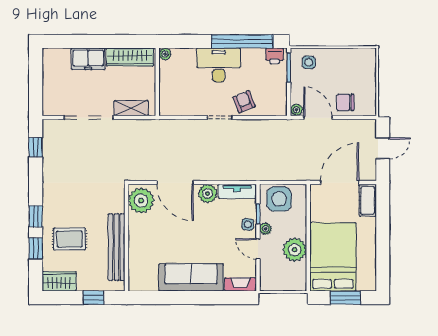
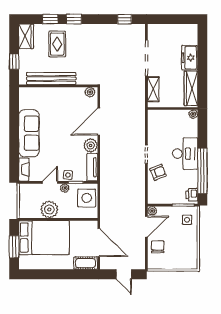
plant: (141, 201) -> (90, 92), width x0.53, depth x0.53

